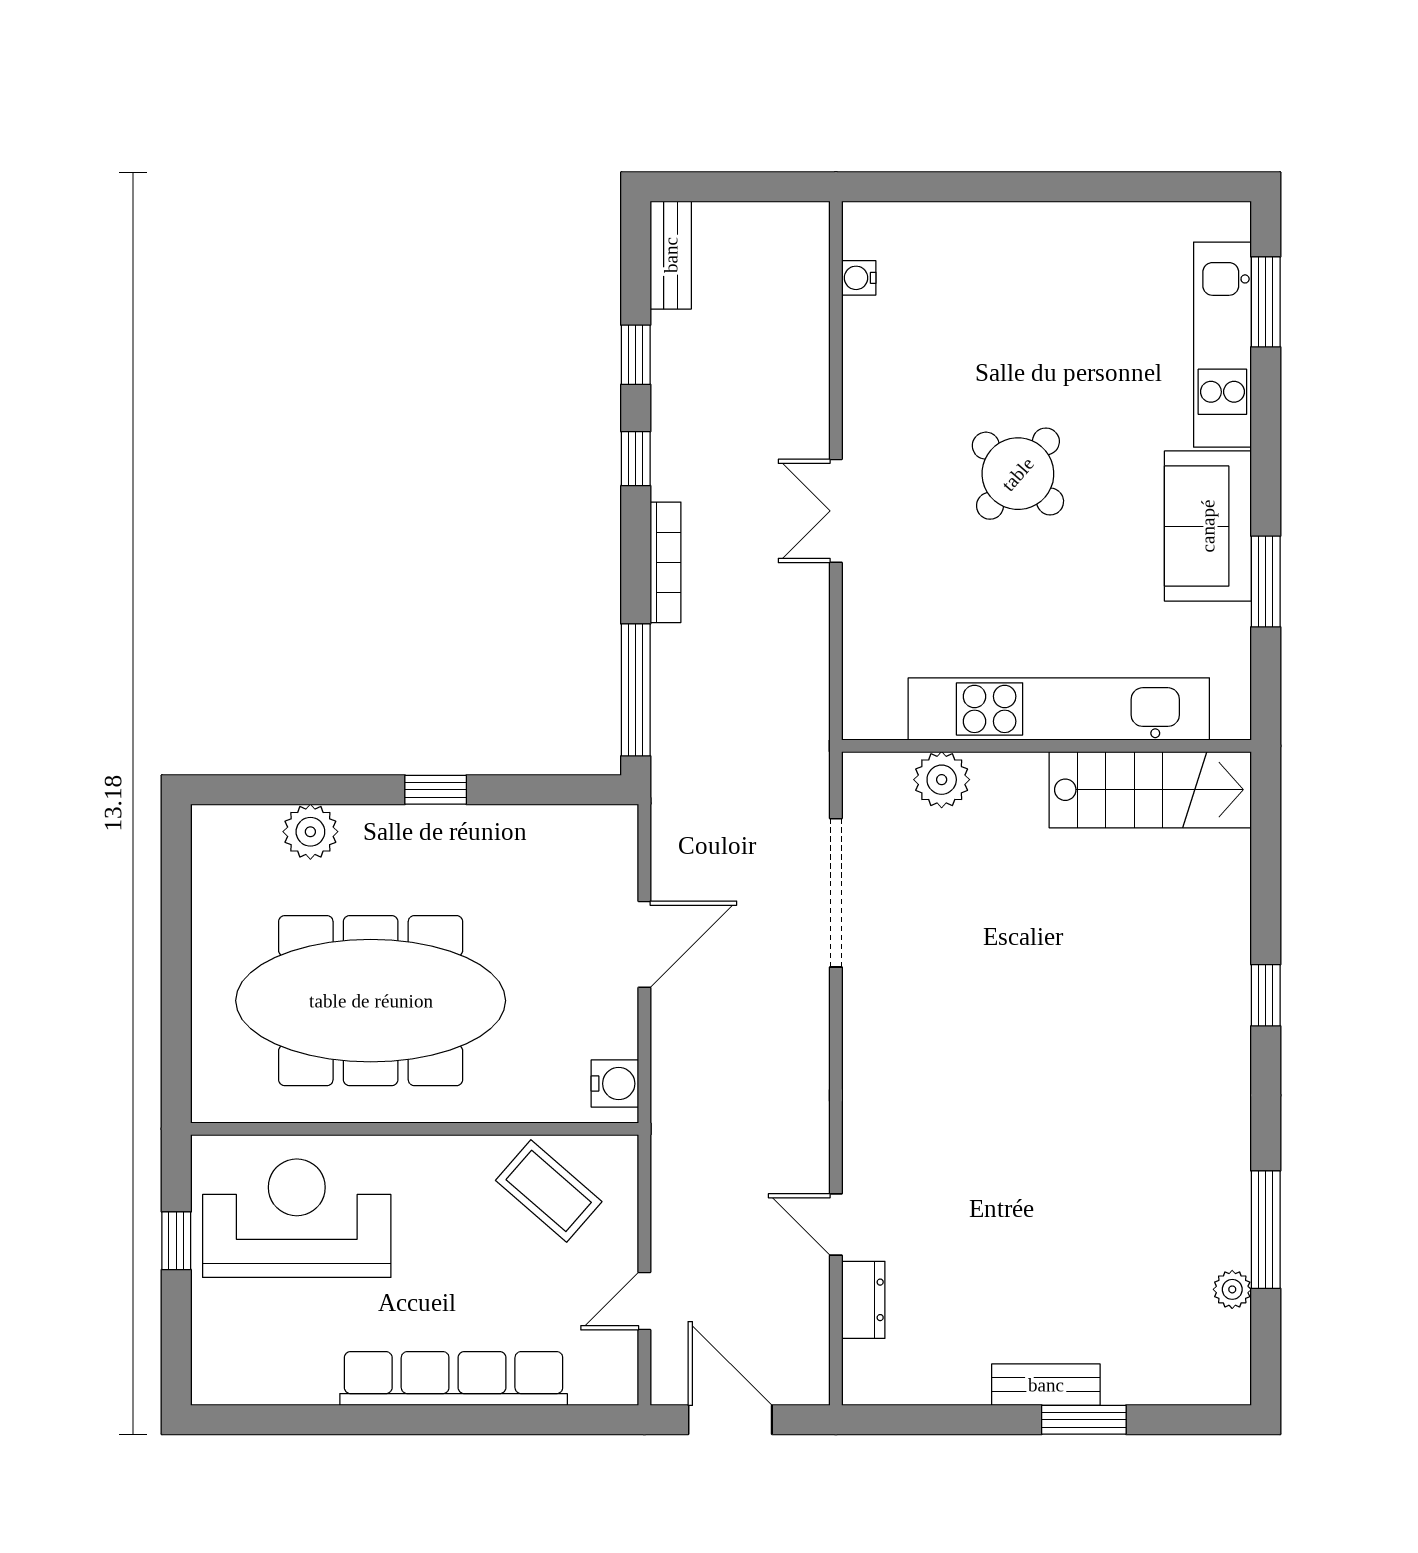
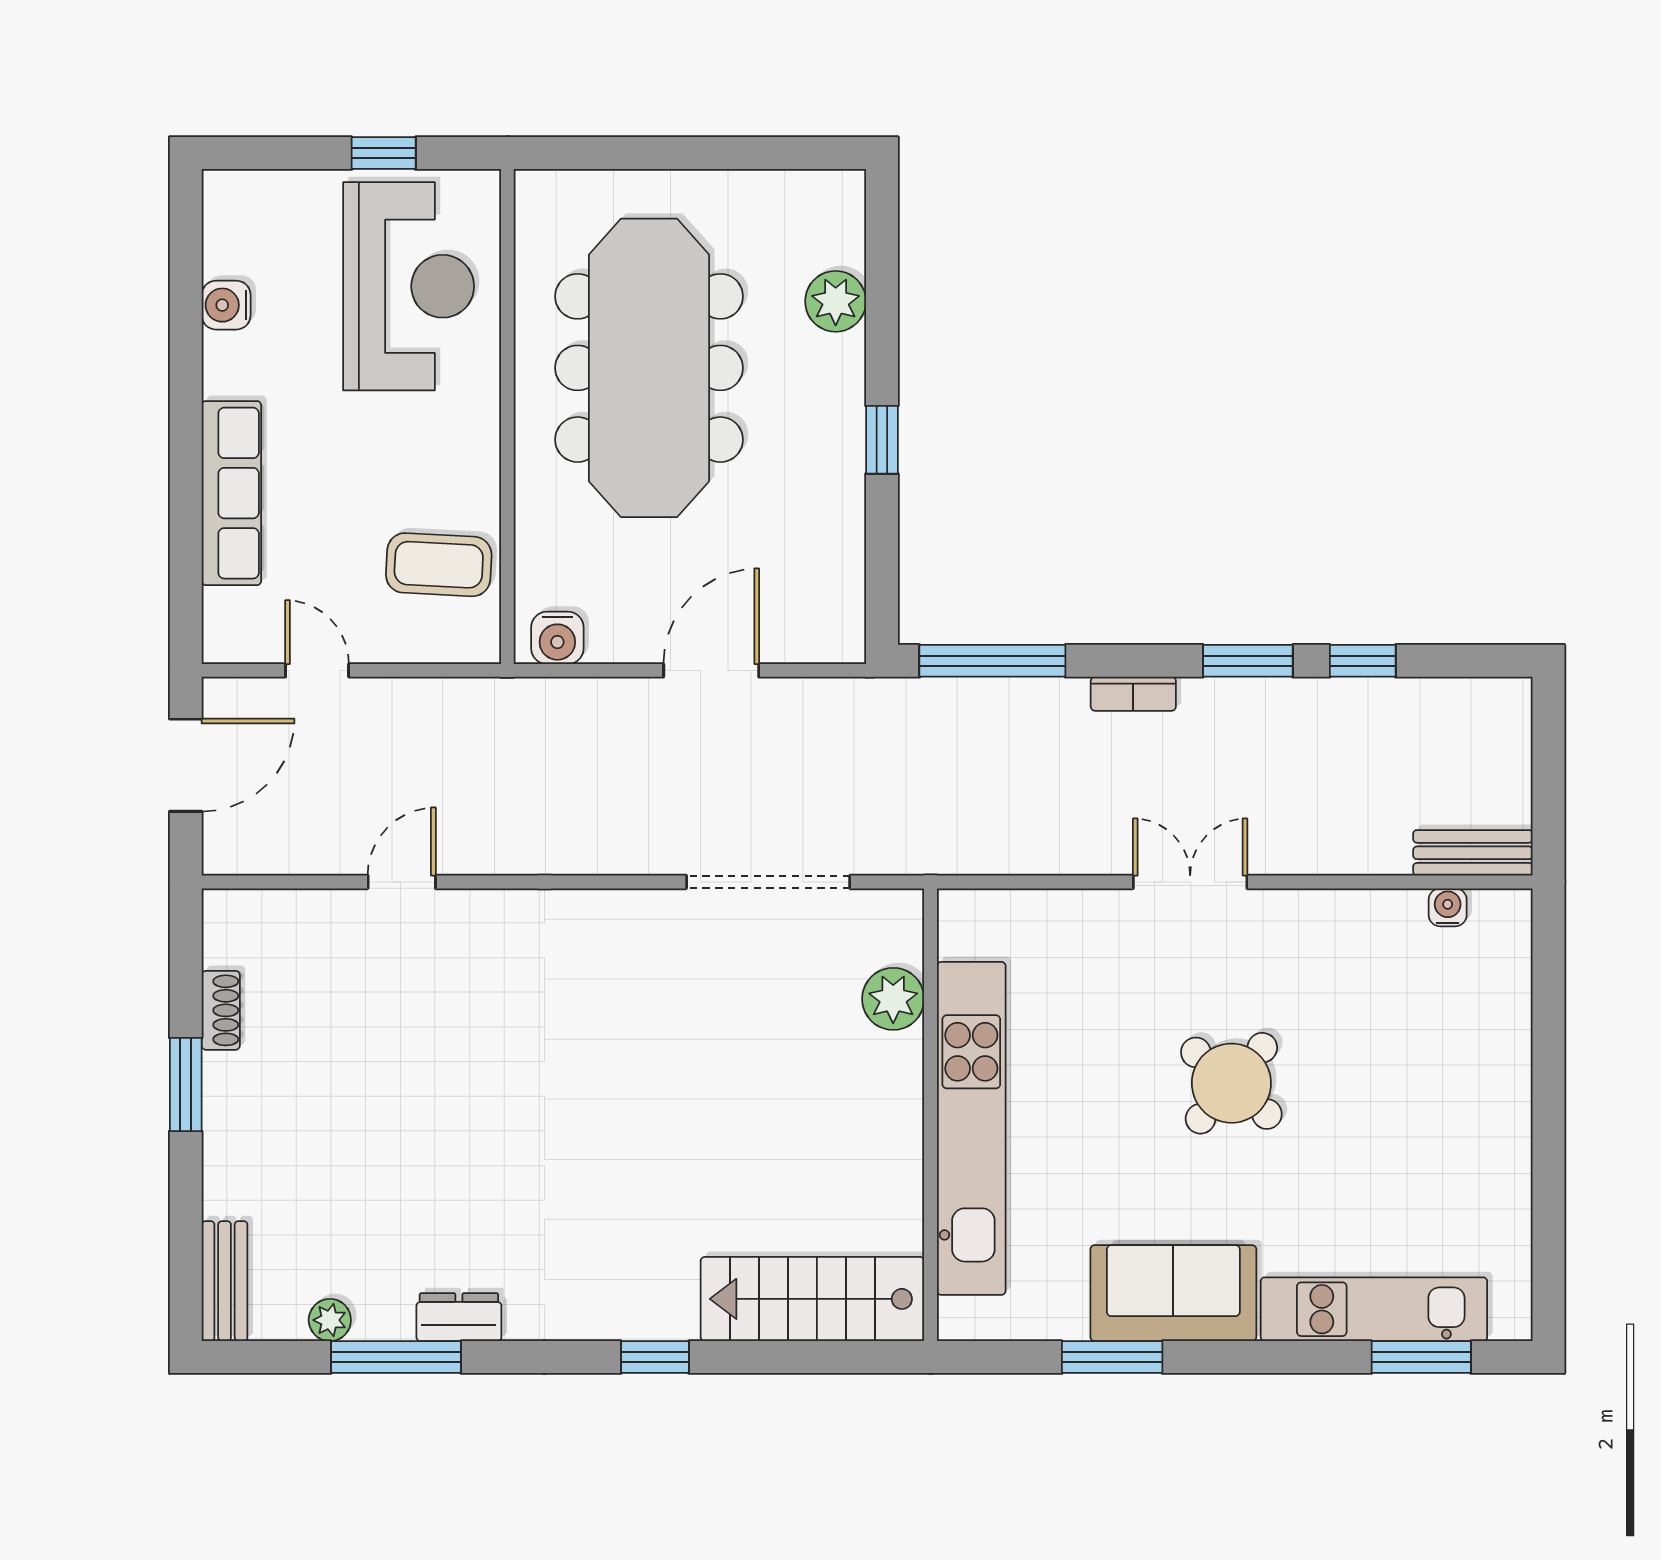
bench: (671, 255) -> (1473, 853), moved
window: (636, 459) -> (1248, 661), width x1.50
bookcase: (665, 562) -> (1133, 694), width x0.64
stairs: (1150, 790) -> (812, 1299), moved, turned 90
door: (644, 944) -> (711, 670), swing flipped
coffee table: (549, 1191) -> (439, 565), turned 52
dresser: (863, 1300) -> (459, 1317), moved, turned 180
row of seats: (454, 1379) -> (231, 493), width x0.73
water cooler: (314, 1383) -> (226, 305), added
bench: (1046, 1385) -> (225, 1281), moved
shoe rack: (952, 1388) -> (221, 1010), added
window: (1084, 1420) -> (186, 1085), moved

